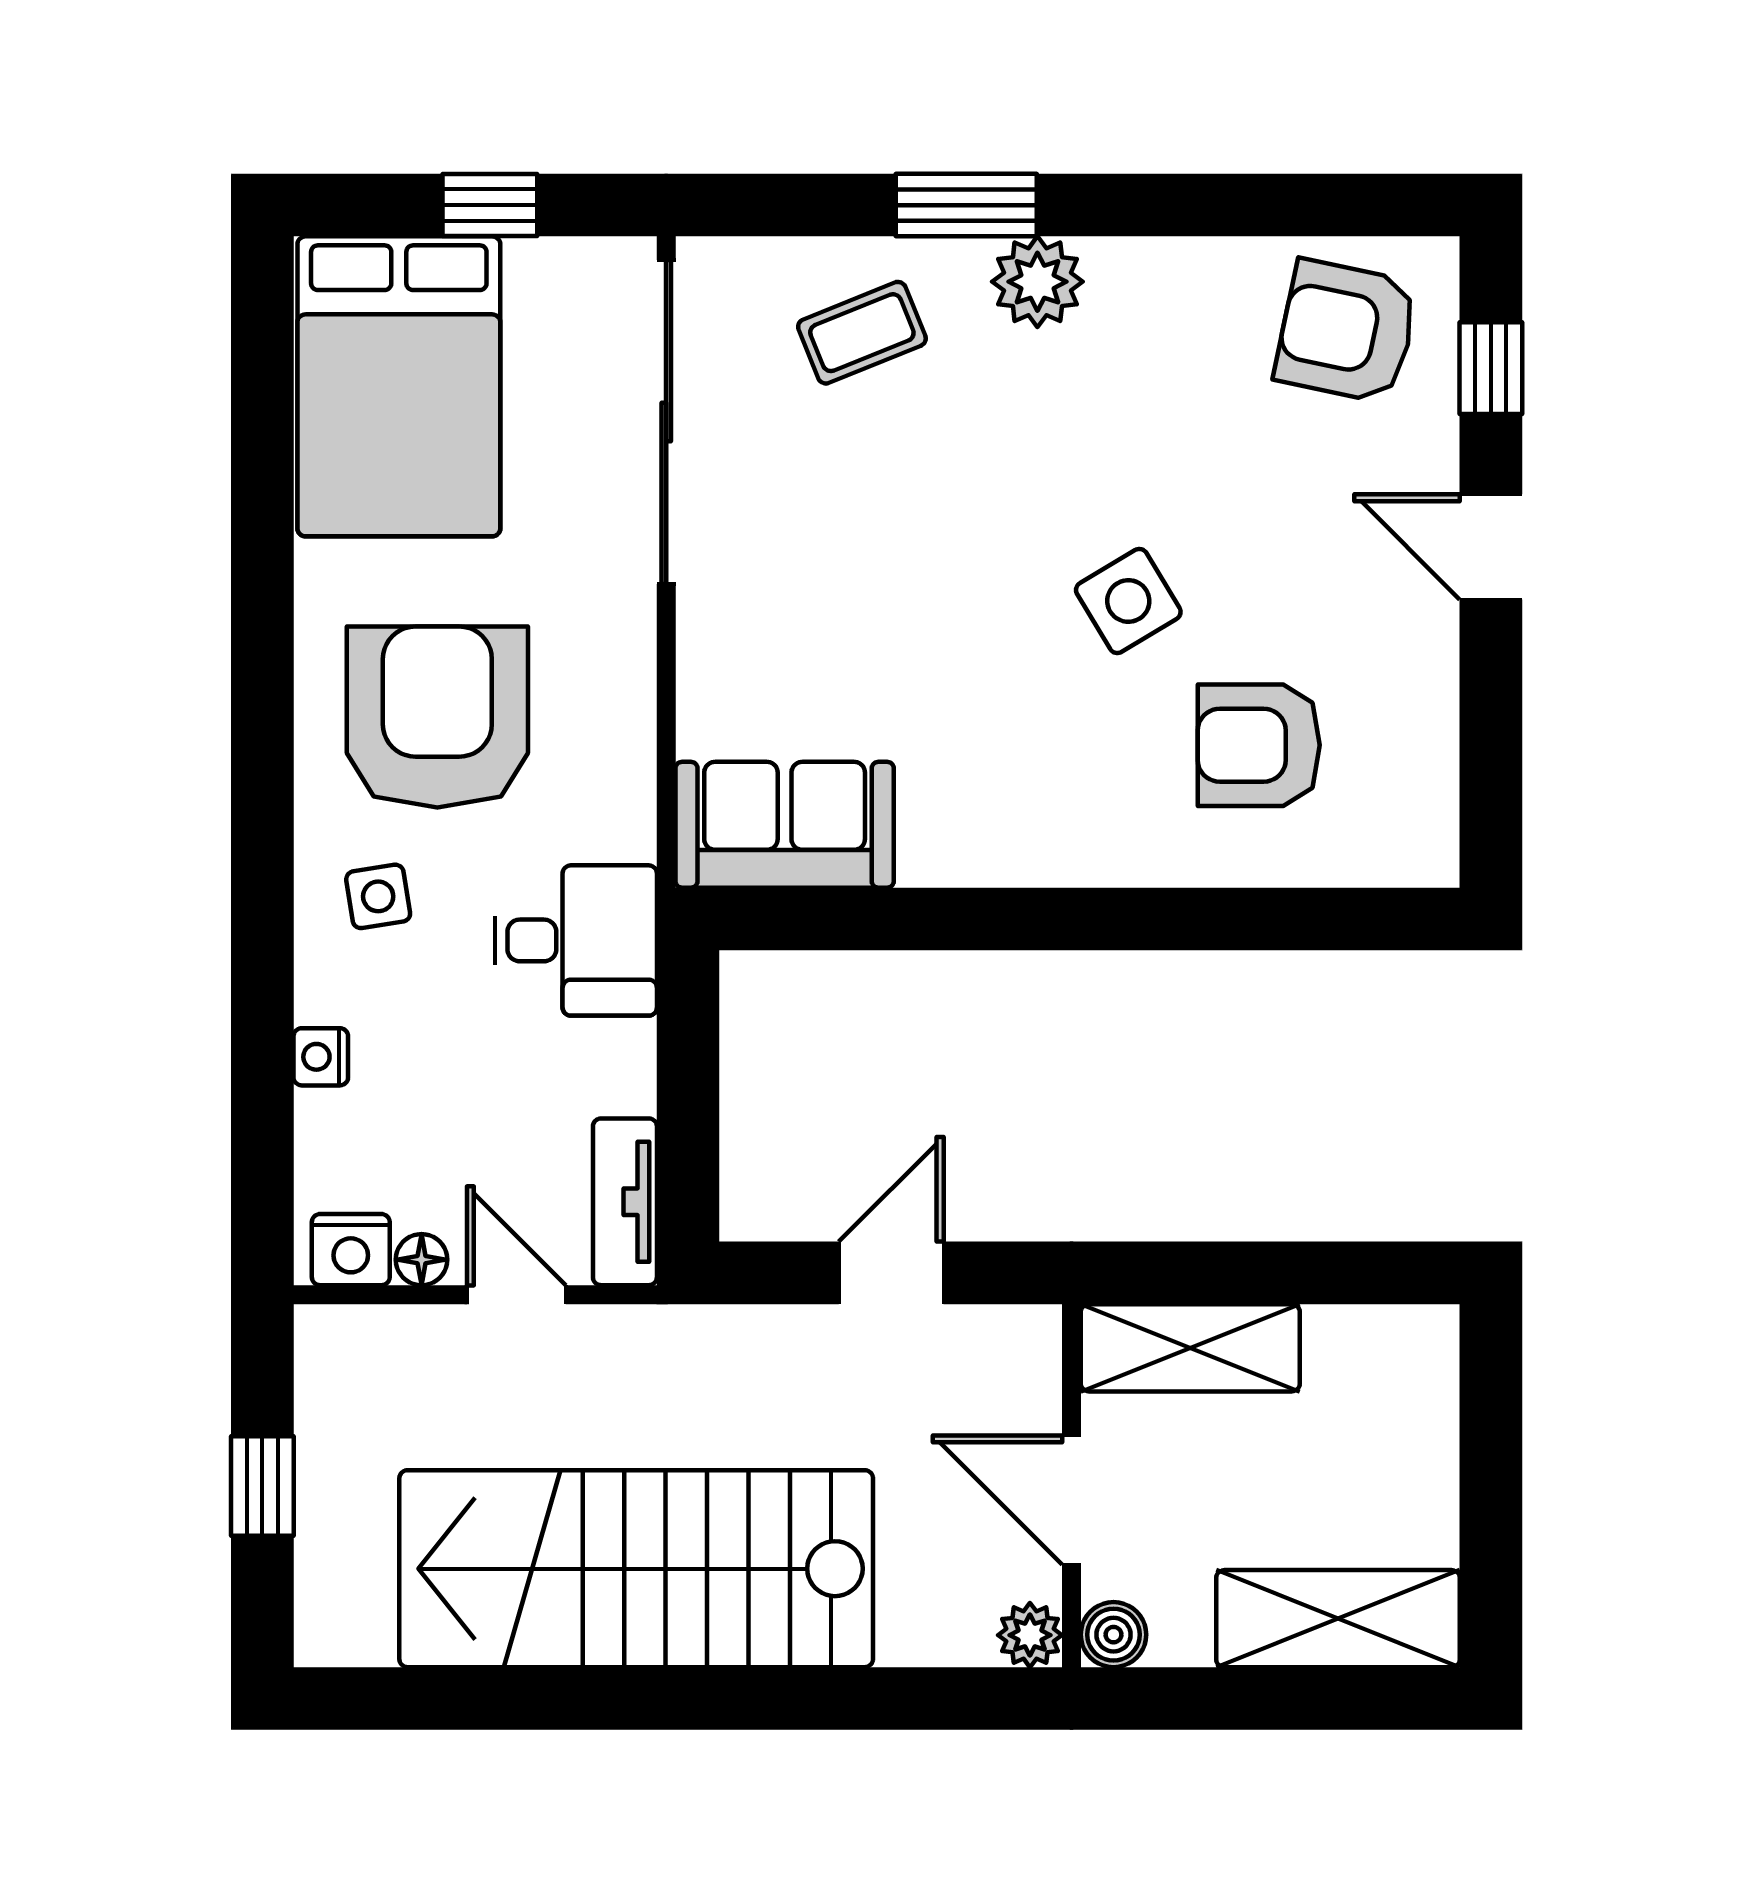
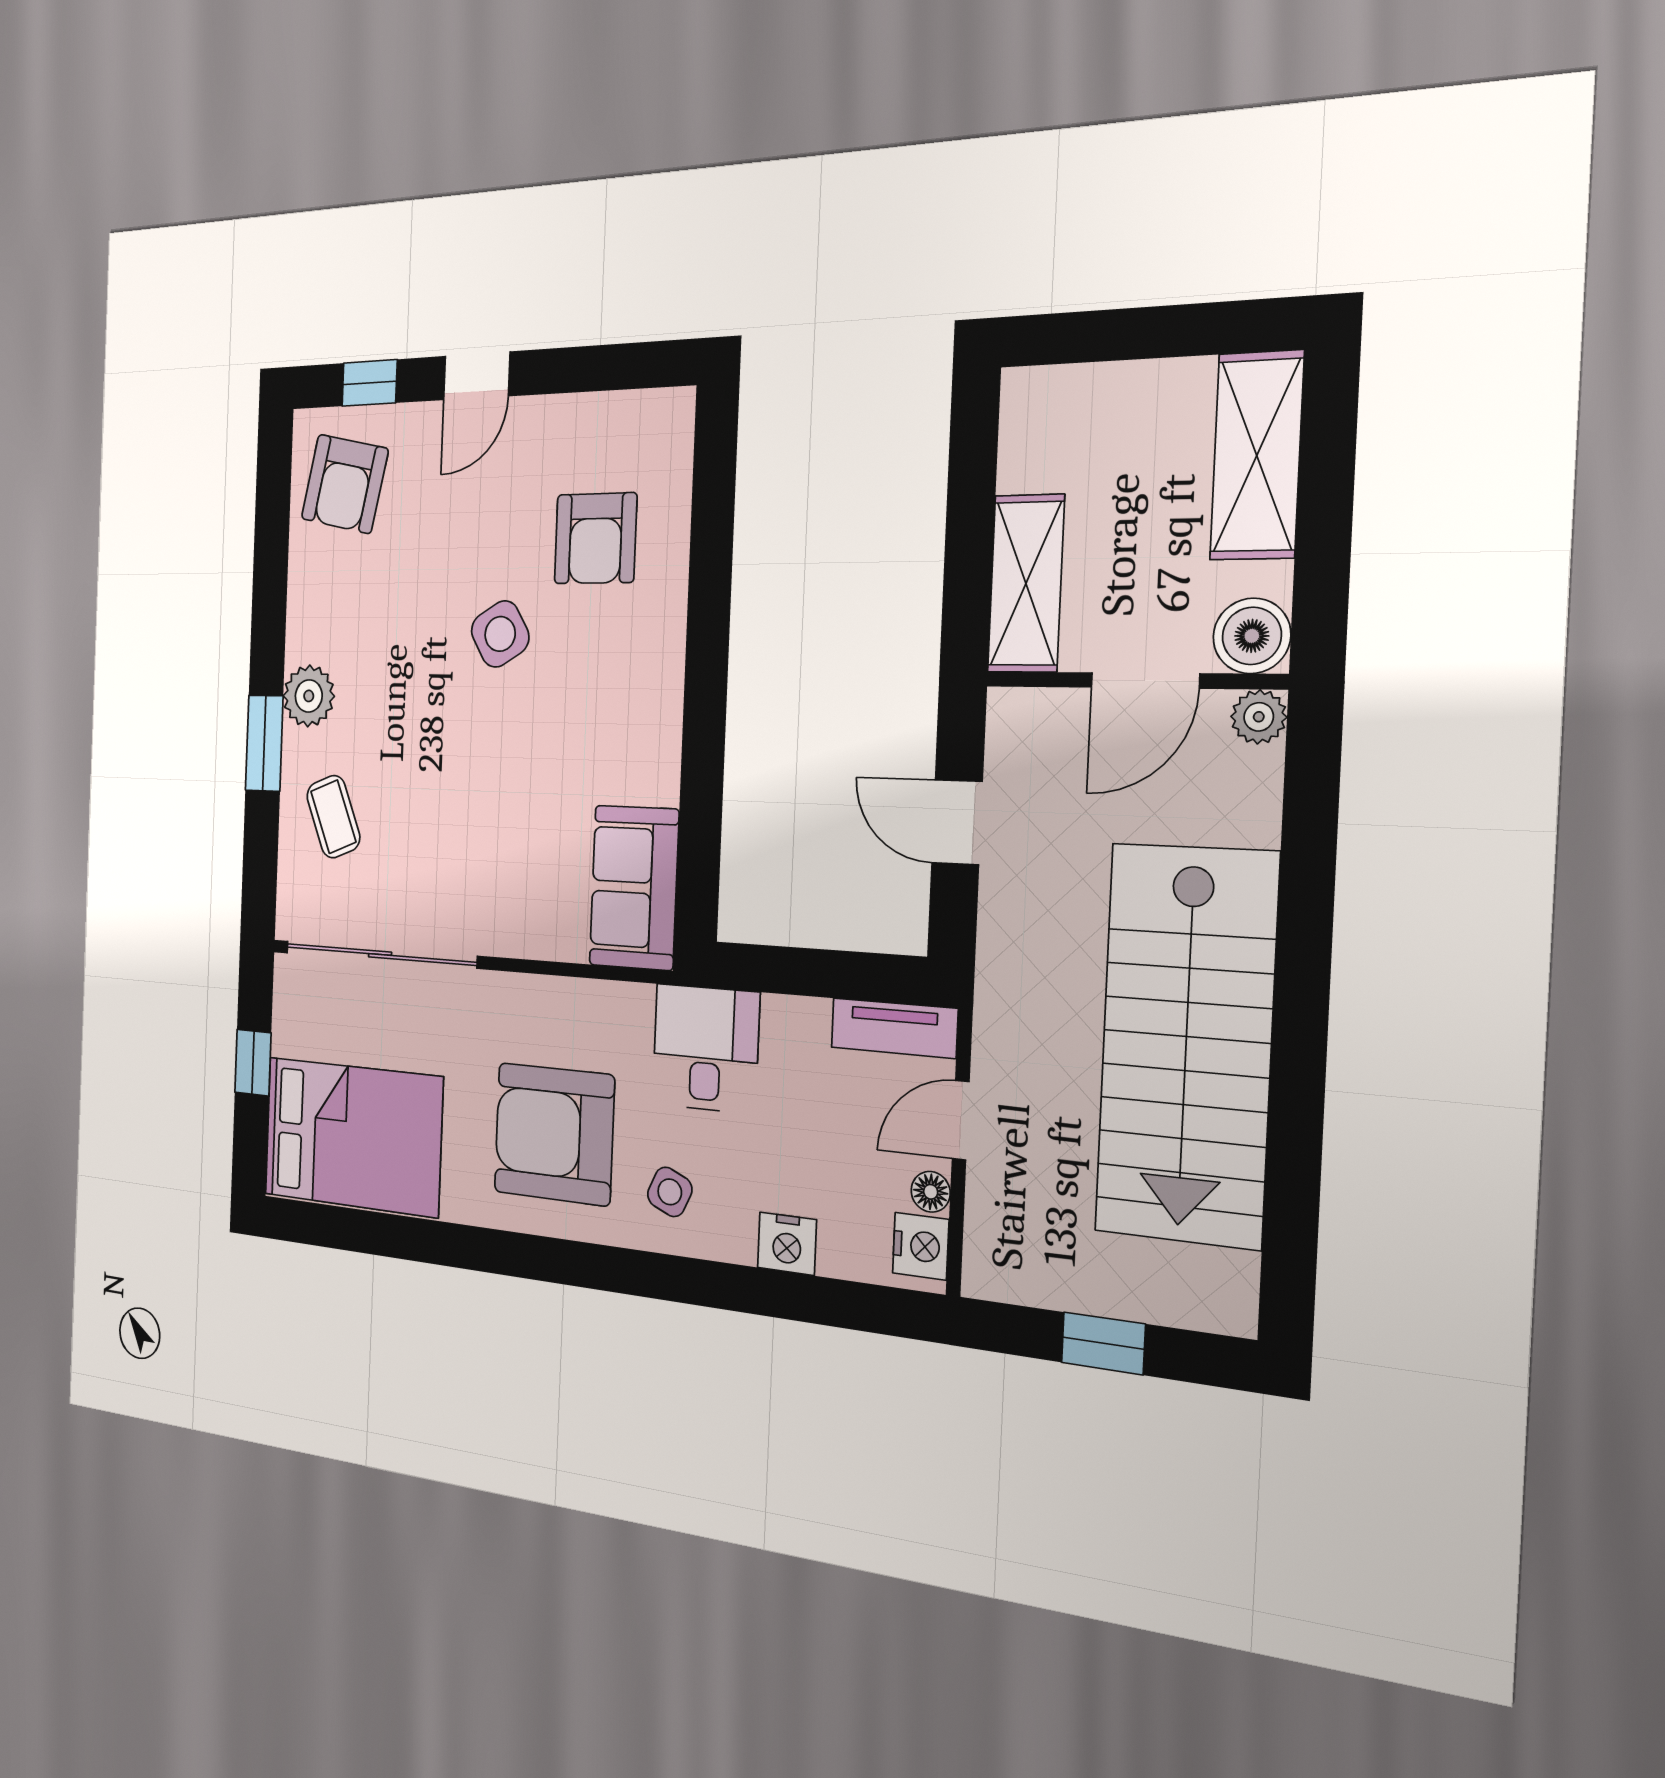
side table: (378, 896) -> (670, 1192), turned 33
nightstand: (321, 1057) -> (787, 1244), width x1.39, depth x1.35
boiler: (1114, 1635) -> (1252, 636), width x1.36, depth x1.36

